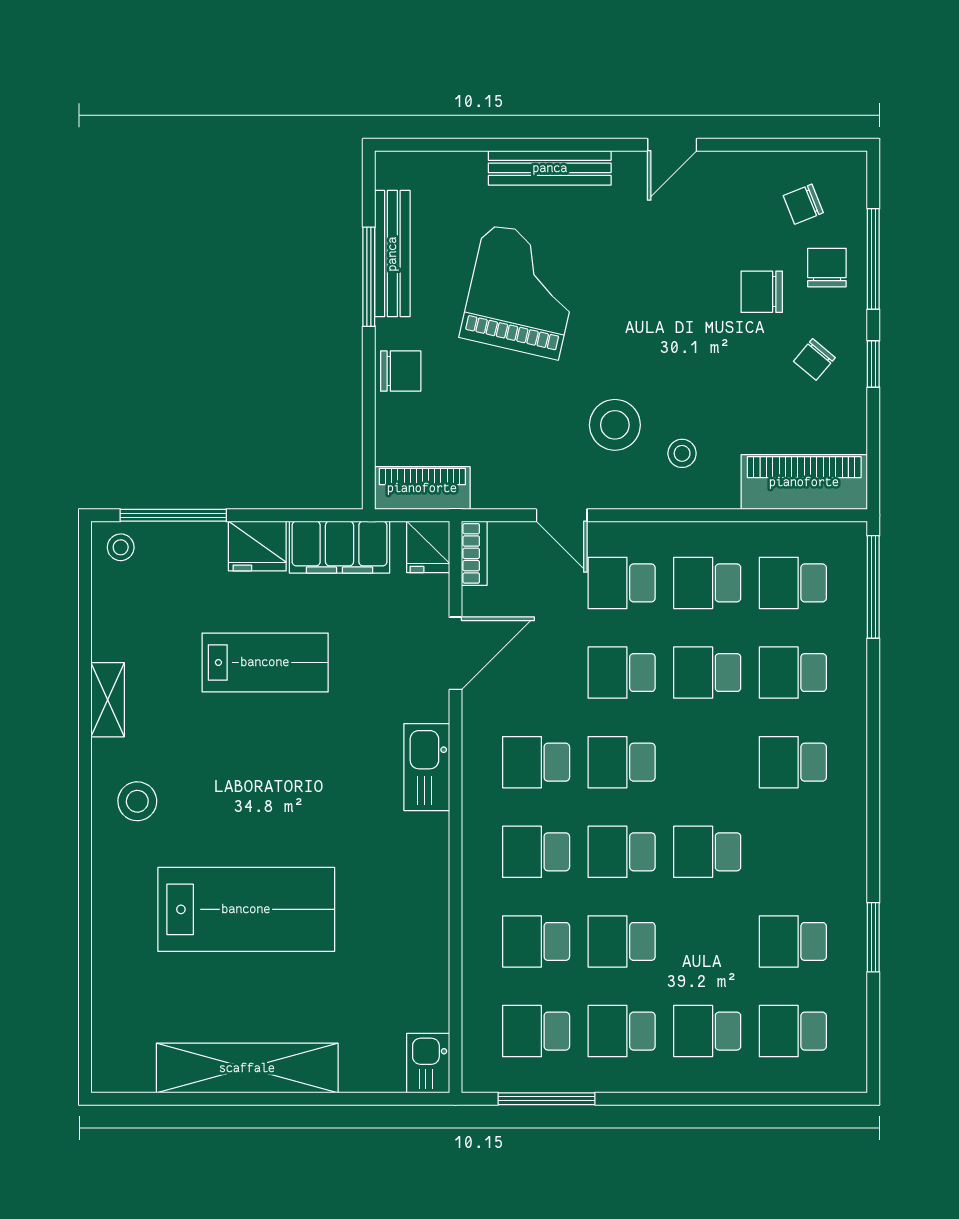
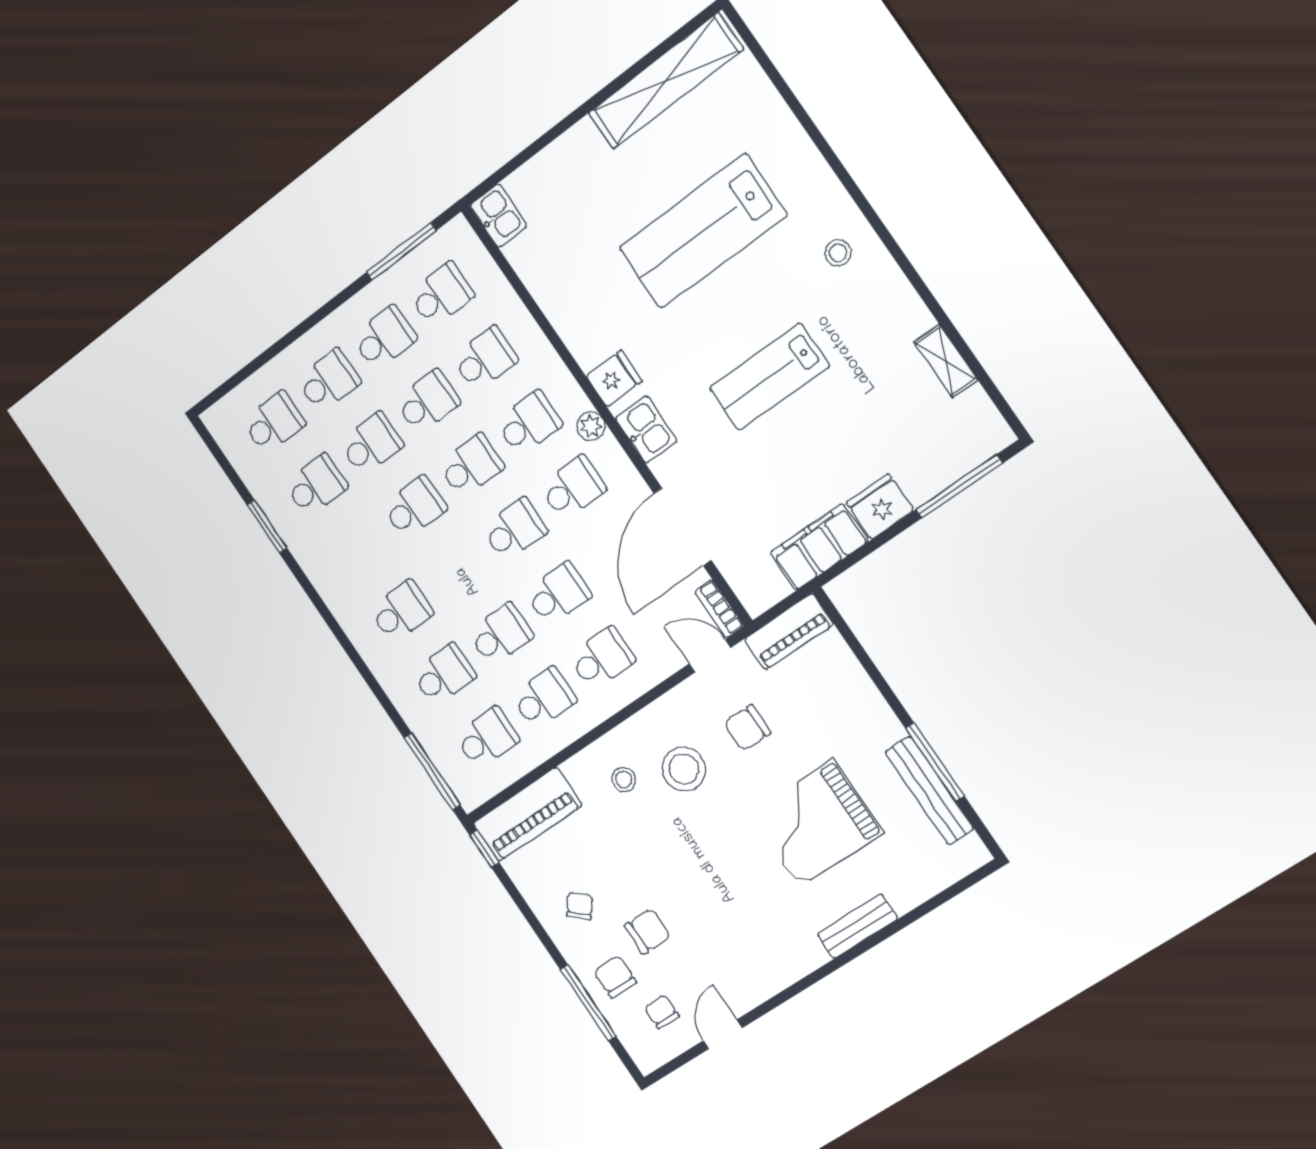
door: (672, 145) -> (723, 1034), moved
bench: (550, 168) -> (857, 926), width x0.73
chair: (803, 204) -> (662, 1012), turned -68
chair: (827, 268) -> (615, 977), turned 180
grand piano: (522, 291) -> (816, 823), turned 77
window: (873, 364) -> (484, 849), moved
chair: (401, 371) -> (747, 728), moved
door: (562, 515) -> (710, 656), moved
stool: (121, 547) -> (982, 435), removed
fridge: (428, 547) -> (614, 378), moved, turned 90
door: (456, 653) -> (682, 527), width x1.36
lab bench: (265, 662) -> (769, 377), moved
shelving: (108, 700) -> (946, 361), moved
kitchen sink: (427, 767) -> (646, 429), width x0.73
stool: (137, 801) -> (838, 253), width x0.73, depth x0.73
plant: (478, 807) -> (591, 426), added
school desk: (707, 941) -> (371, 444), added
shelving: (247, 1068) -> (665, 81), moved

